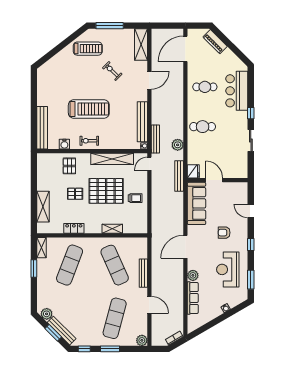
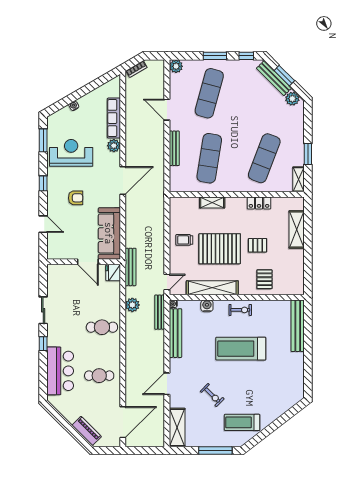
water cooler: (64, 144) -> (207, 306), moved
exercise mat: (115, 265) -> (209, 158), turned 33
reception desk: (228, 269) -> (71, 153), turned -90

